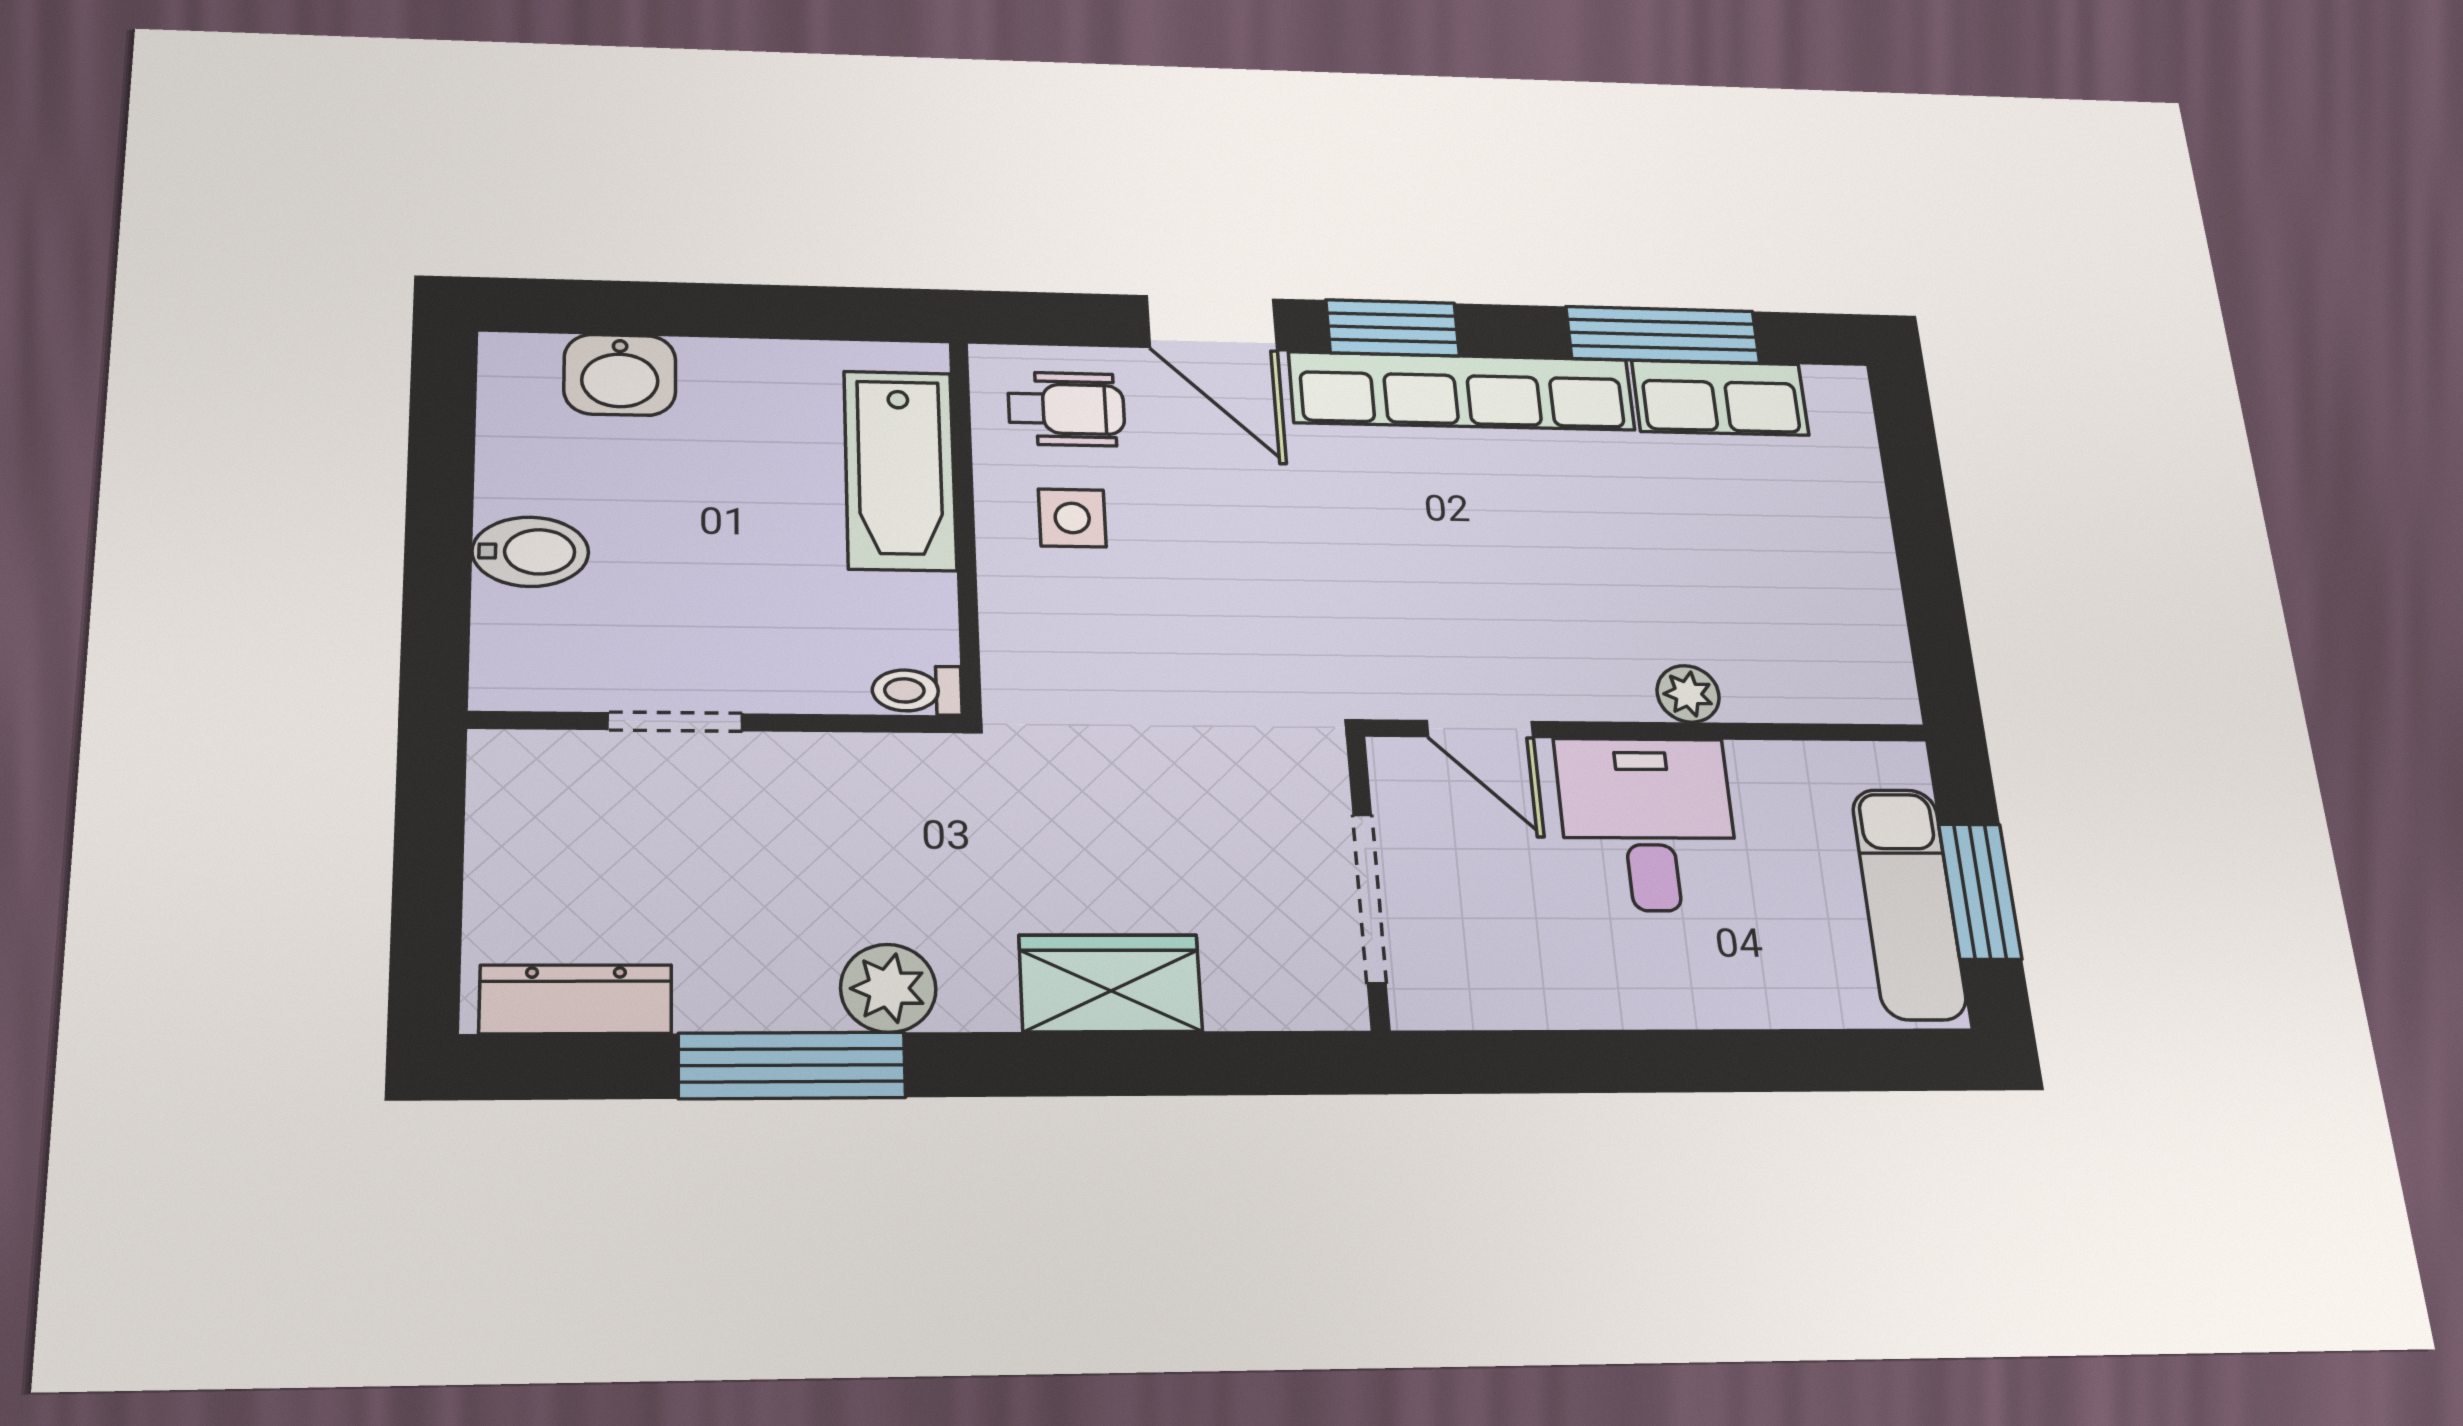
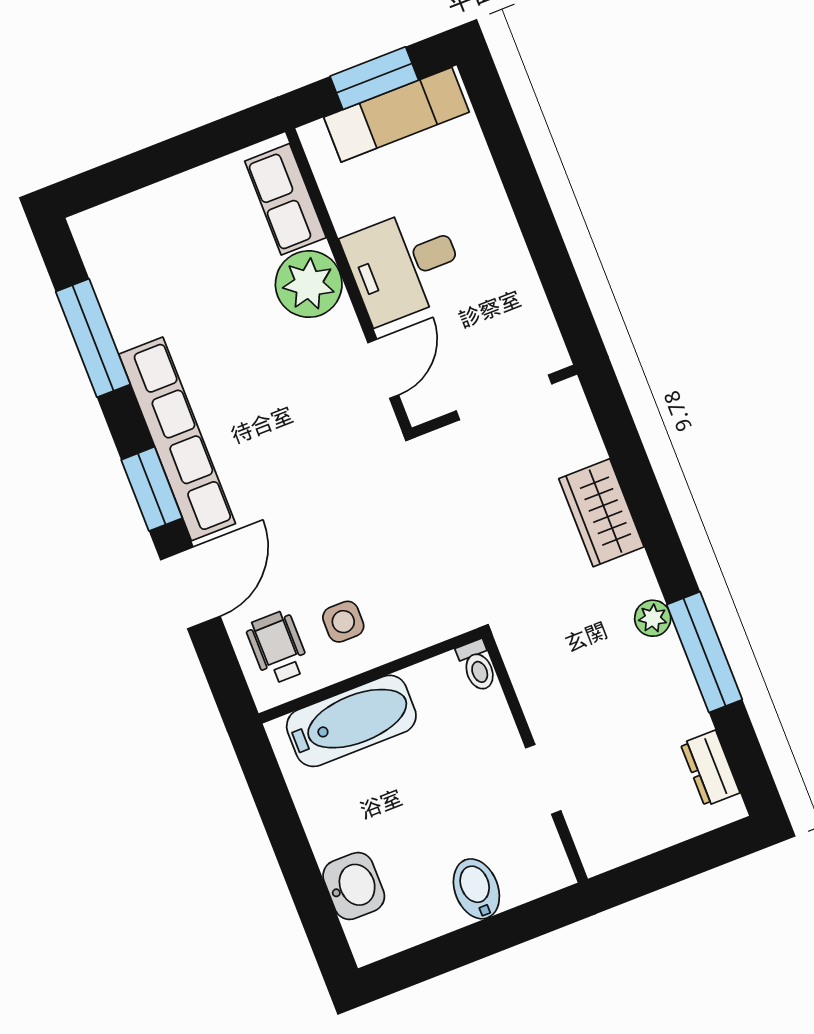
row of seats: (1720, 398) -> (285, 199), moved, turned 180
plant: (1688, 694) -> (309, 284), width x1.88, depth x1.88
plant: (888, 988) -> (653, 618), width x0.73, depth x0.73
dresser: (576, 999) -> (710, 768), width x0.70

